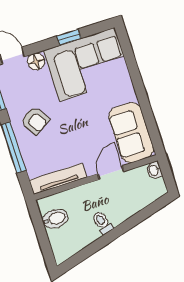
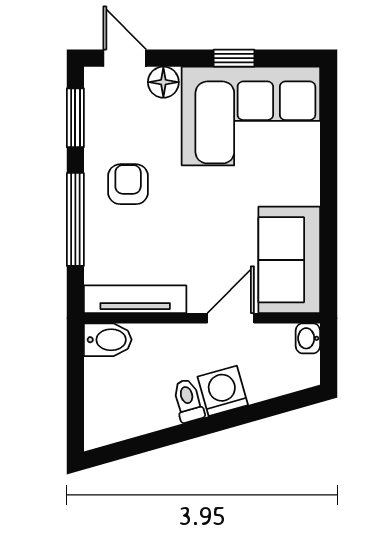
armchair: (35, 120) -> (128, 184), turned -148
washing machine: (119, 212) -> (223, 391), added
bidet: (55, 219) -> (108, 340), moved

